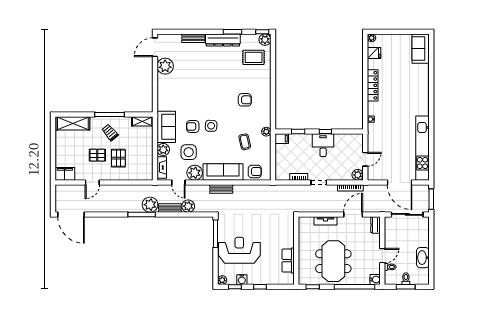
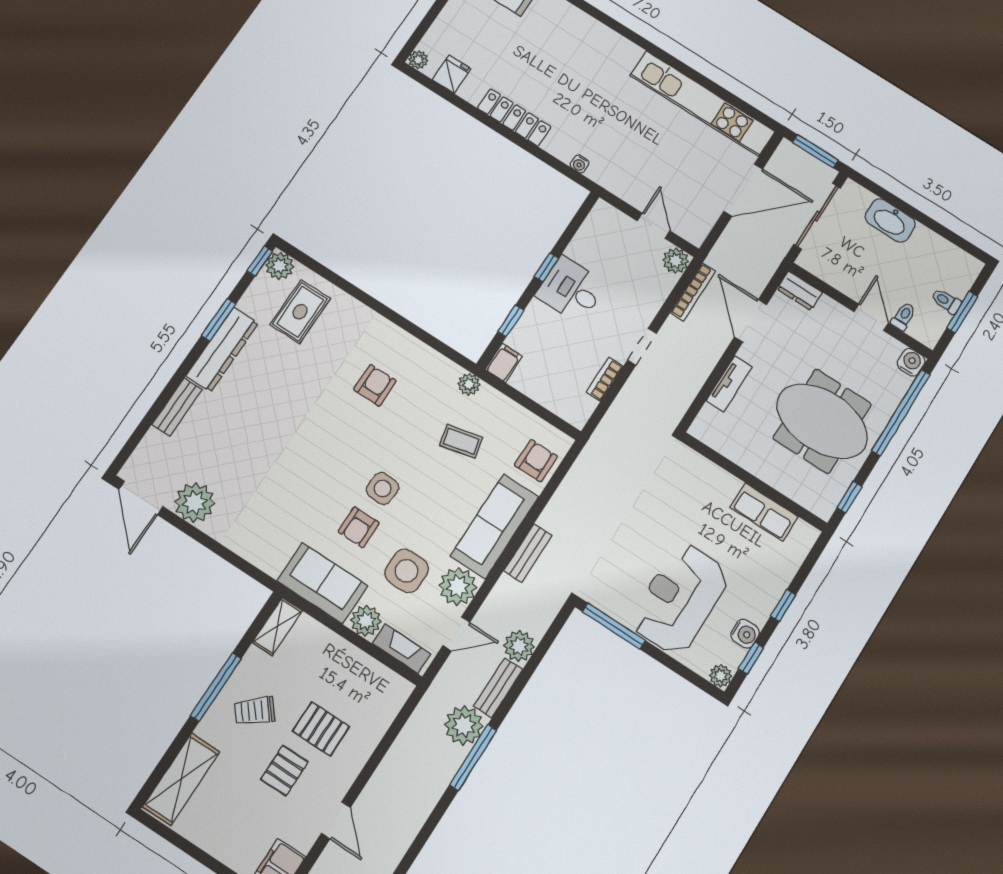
washbasin: (423, 258) -> (890, 220), moved

